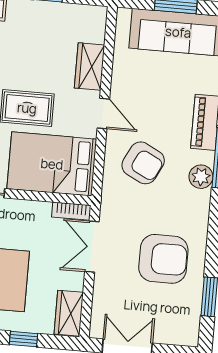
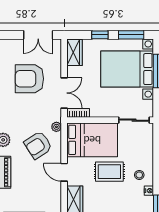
armchair: (143, 163) -> (38, 145), turned -60
plant: (110, 191) -> (56, 127), added
armchair: (163, 259) -> (29, 79), moved

